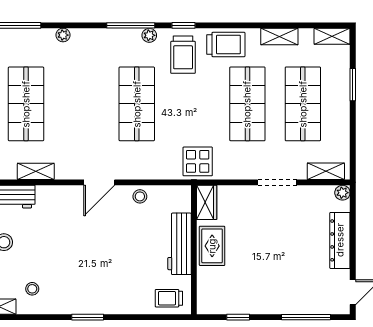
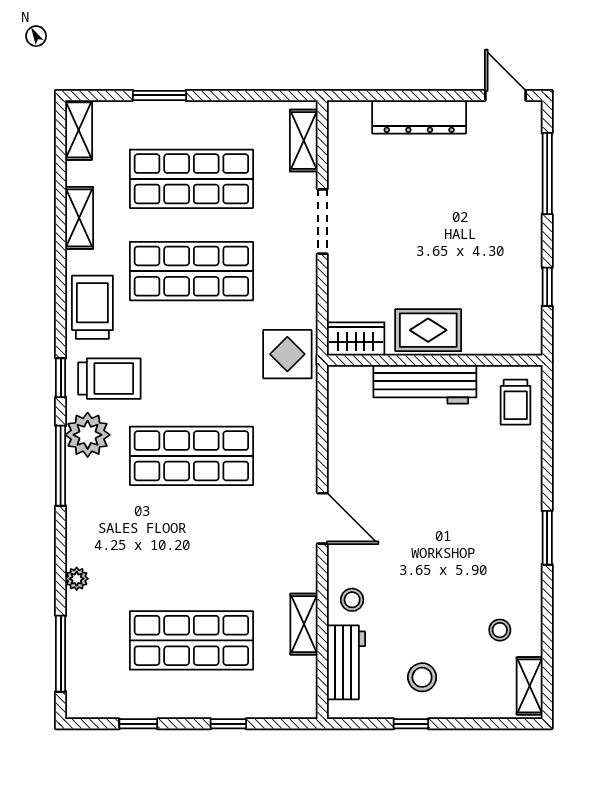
plant: (149, 35) -> (88, 435), width x1.88, depth x1.88
plant: (342, 193) -> (340, 113), removed
stool: (140, 196) -> (352, 600), moved

